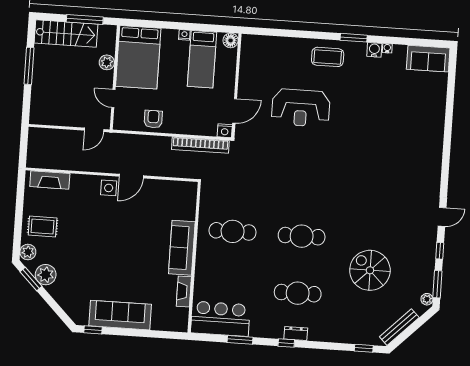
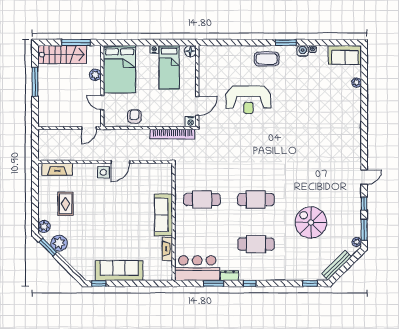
plant: (441, 95) -> (357, 83), added
rug: (43, 226) -> (66, 204), moved, turned 90
dresser: (296, 334) -> (229, 276), moved

